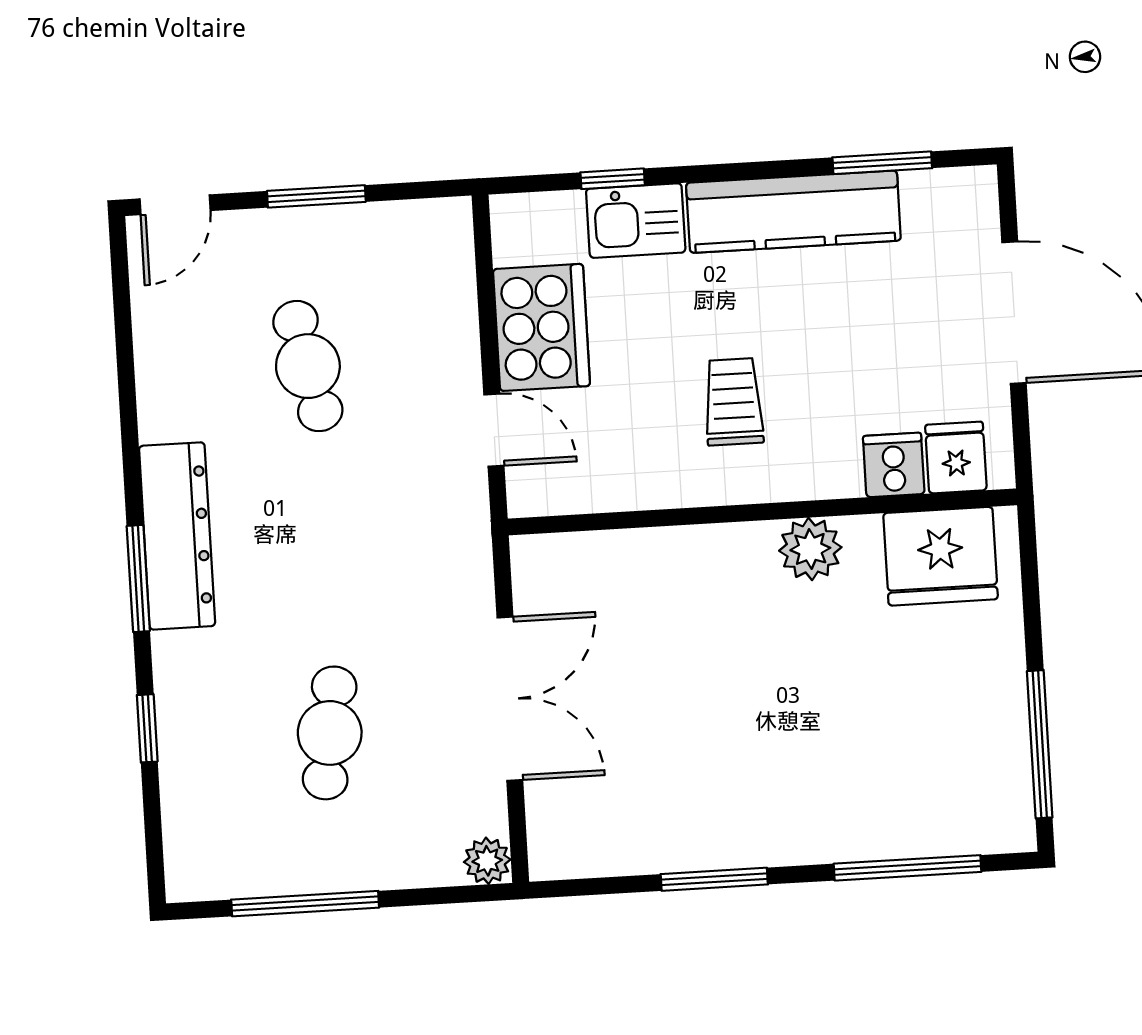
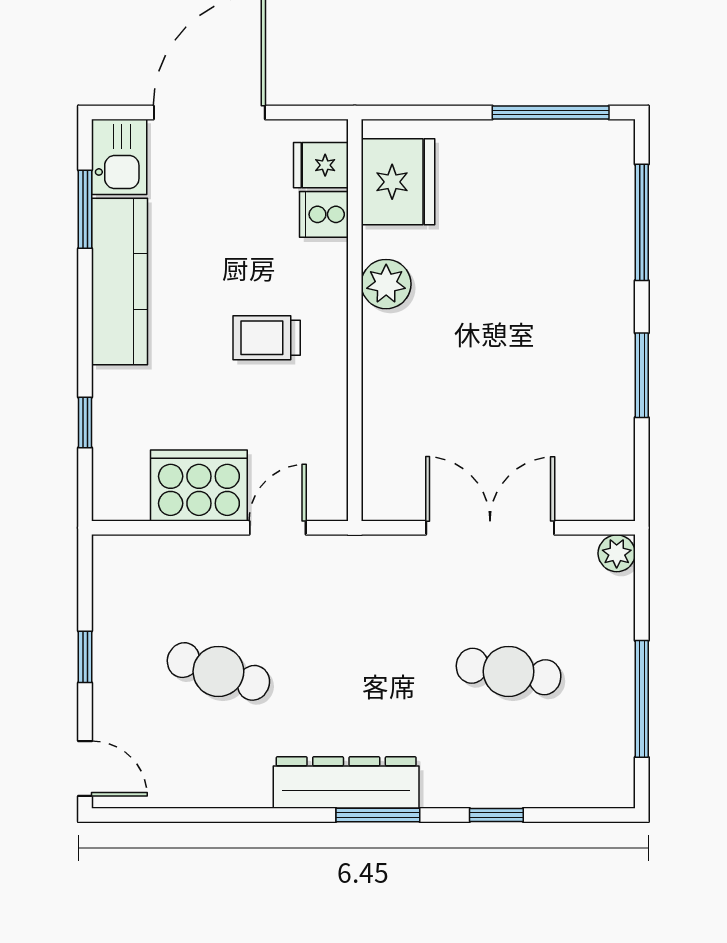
window: (316, 196) -> (85, 657), width x0.67
kitchen sink: (636, 221) -> (119, 157), moved
cafe table: (308, 366) -> (218, 671), turned 30

